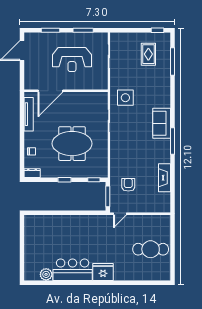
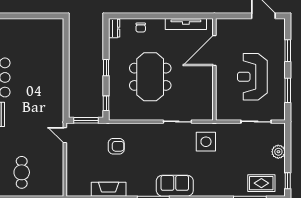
plant: (134, 38) -> (278, 152), added
rug: (148, 54) -> (261, 183), moved
door: (50, 91) -> (214, 51), hinge flipped
armchair: (128, 185) -> (116, 146), moved
cafe table: (151, 249) -> (22, 172), width x0.73, depth x0.74

